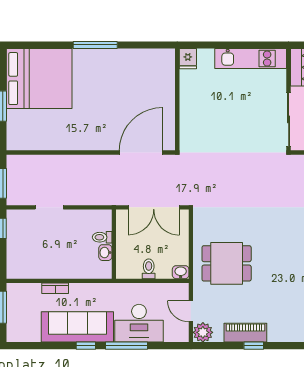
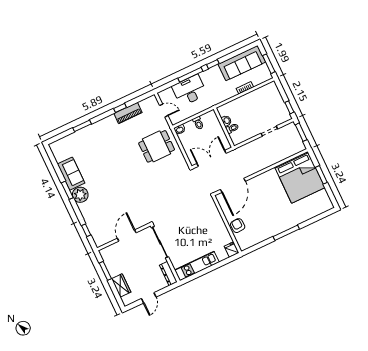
bed: (39, 79) -> (300, 177), moved, turned -90
armchair: (162, 90) -> (238, 226), added
sofa: (77, 327) -> (242, 63), moved
plant: (203, 332) -> (152, 102), removed

